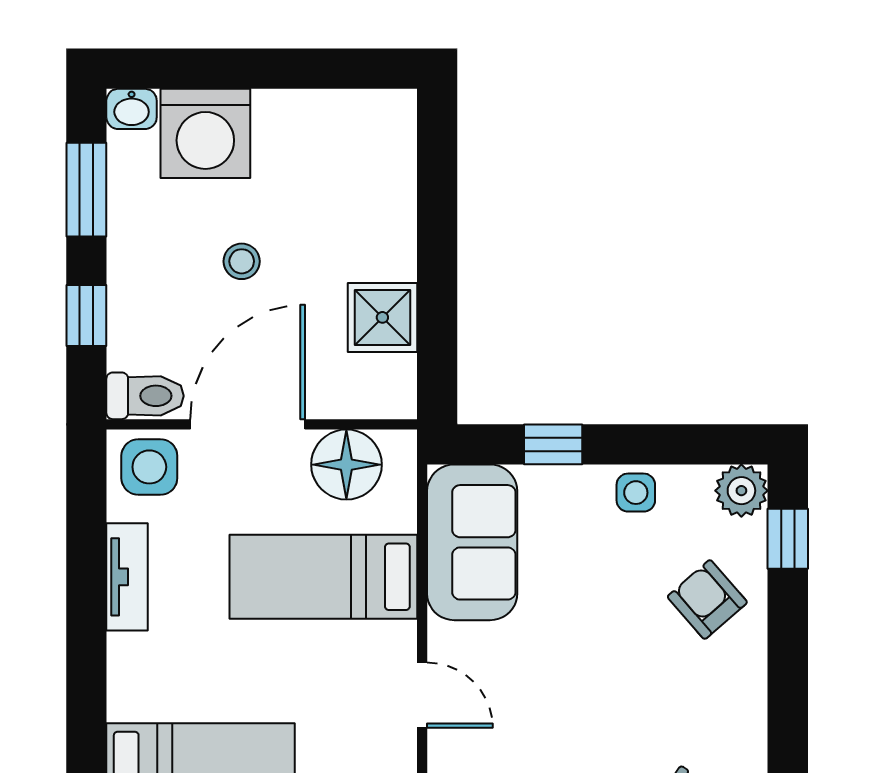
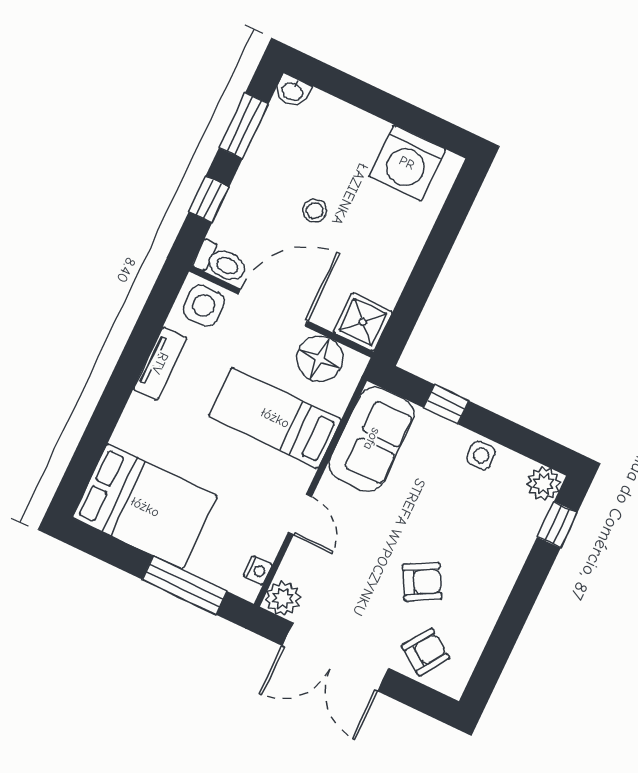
washing machine: (205, 133) -> (407, 163), moved
shower: (382, 317) -> (363, 322), moved
armchair: (707, 600) -> (422, 582), moved, turned 102

